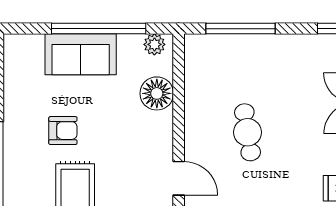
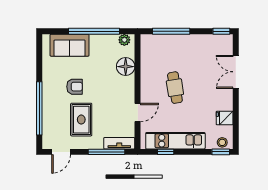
sofa: (81, 54) -> (70, 45), moved
door: (179, 178) -> (138, 113), hinge flipped

